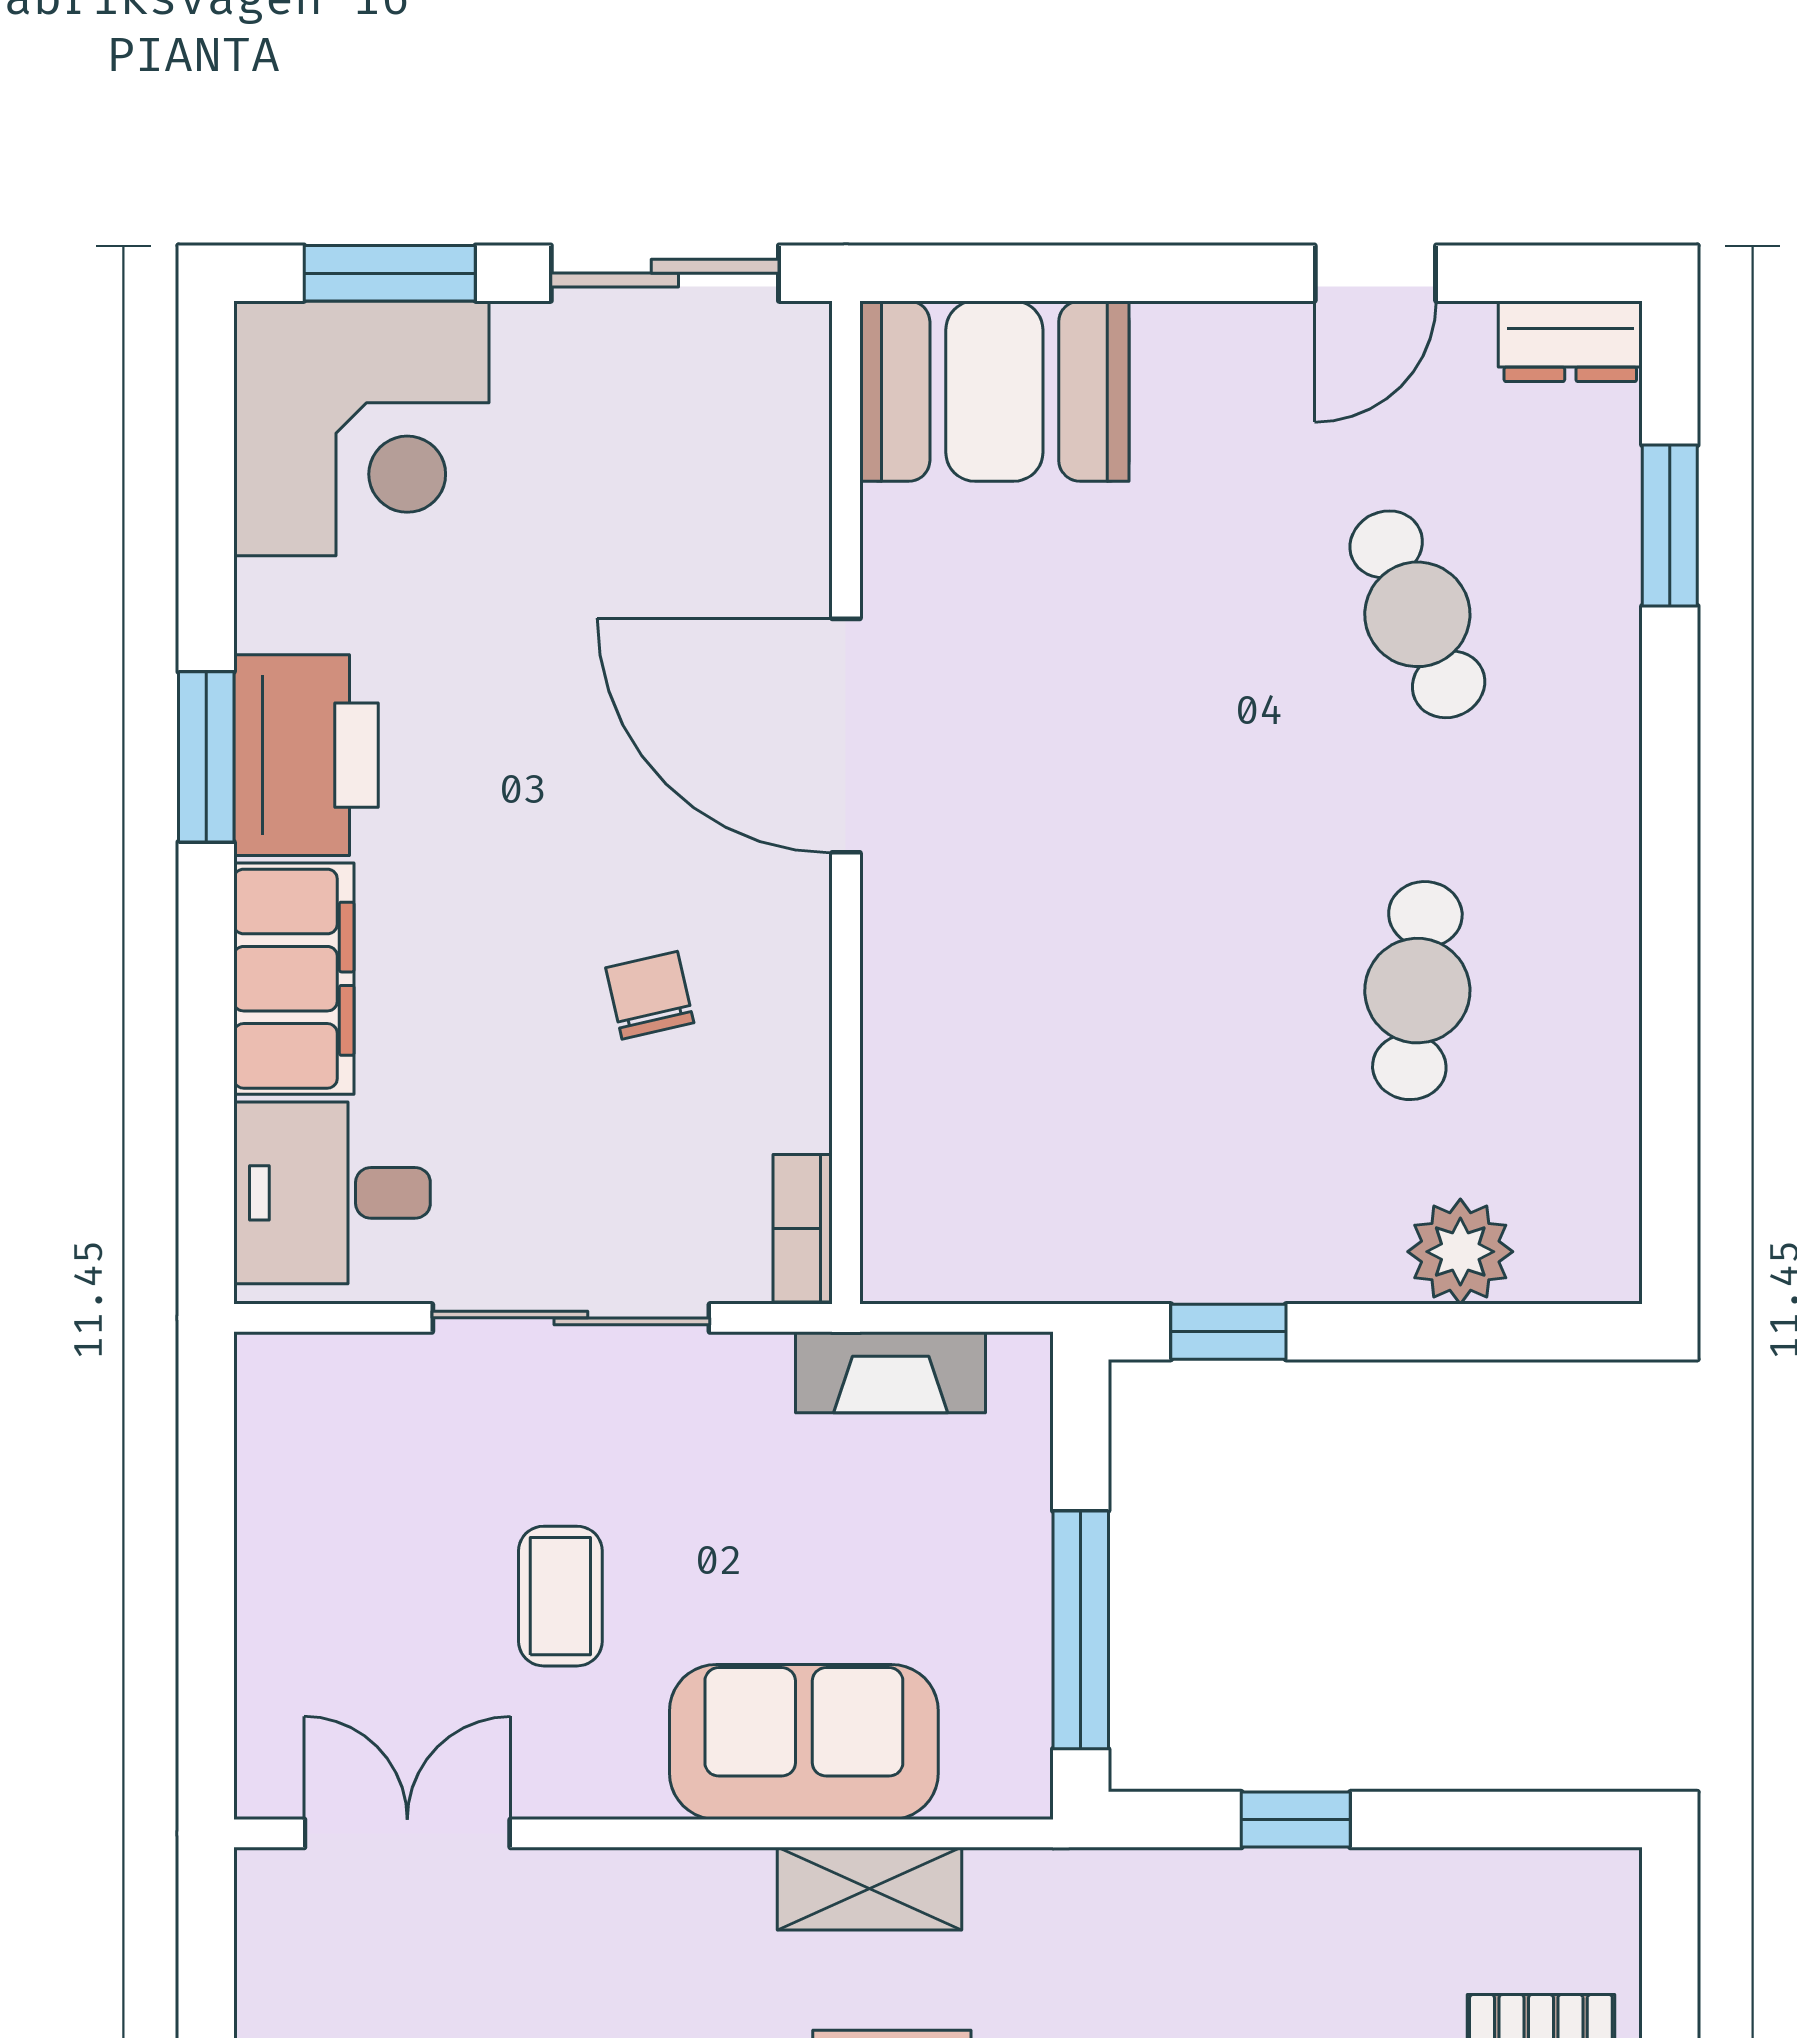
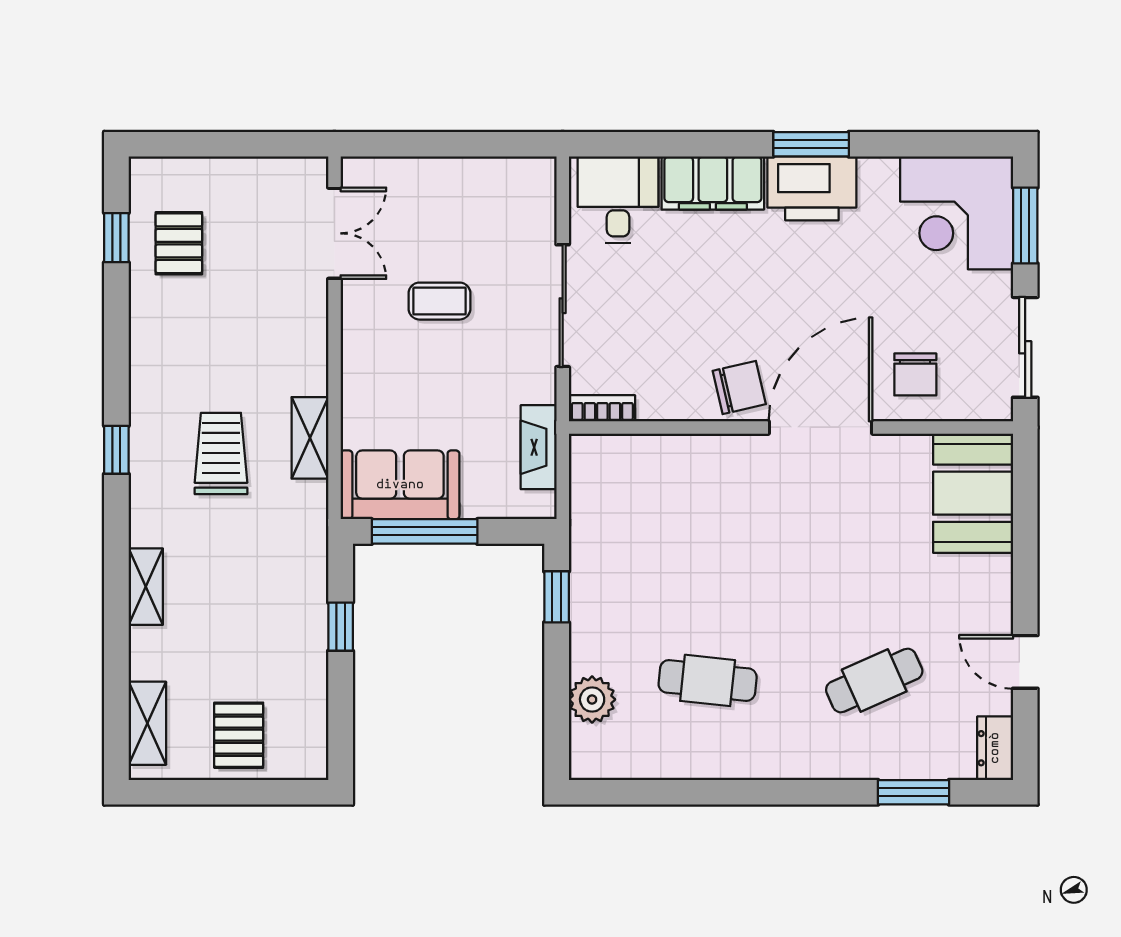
chair: (726, 521) -> (915, 374), added
chair: (650, 995) -> (739, 388), moved, width x1.37, depth x1.37
sofa: (804, 1742) -> (400, 485), moved, turned -90

